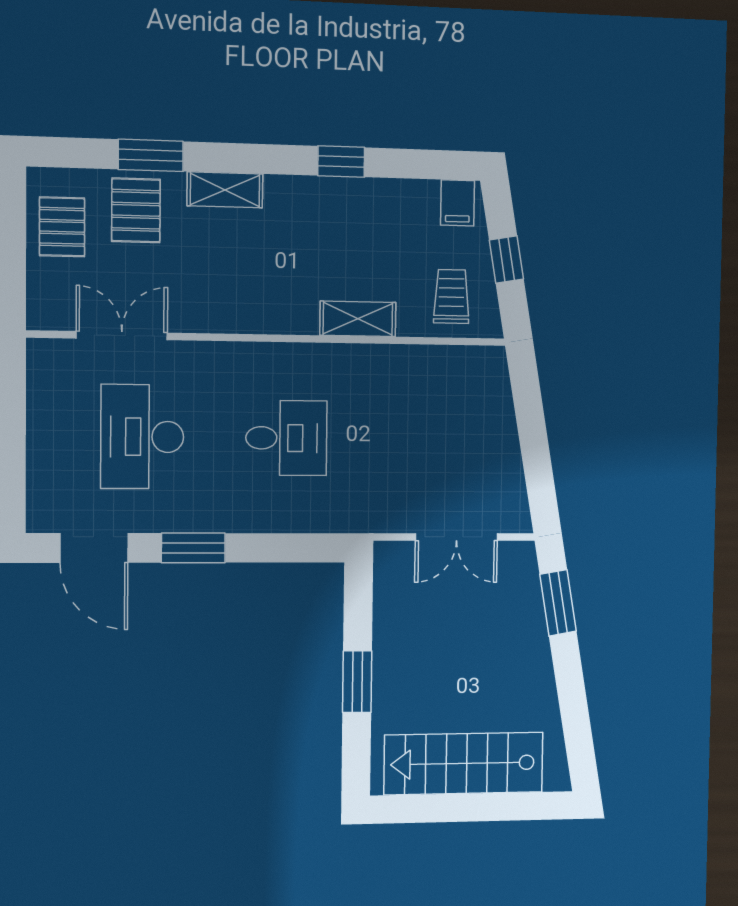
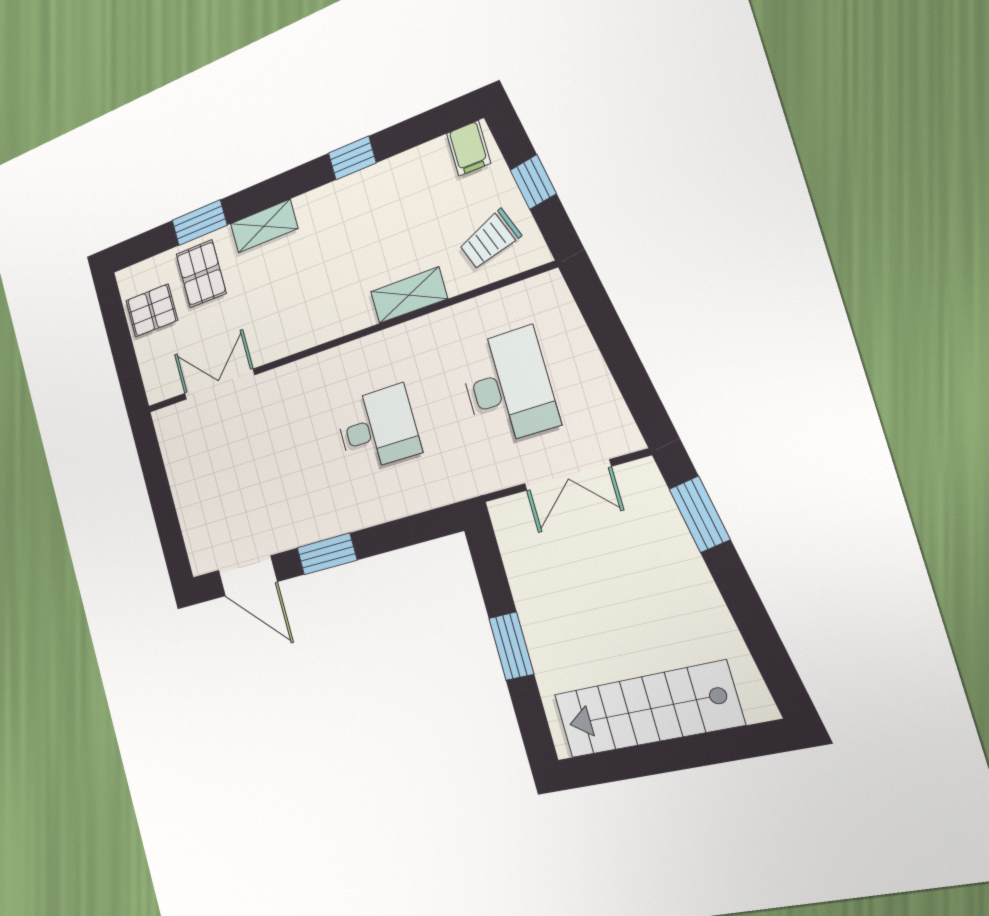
pallet: (62, 227) -> (152, 310), turned 90
trolley: (451, 296) -> (490, 240), turned -110
desk: (142, 437) -> (508, 387), moved, turned 180

